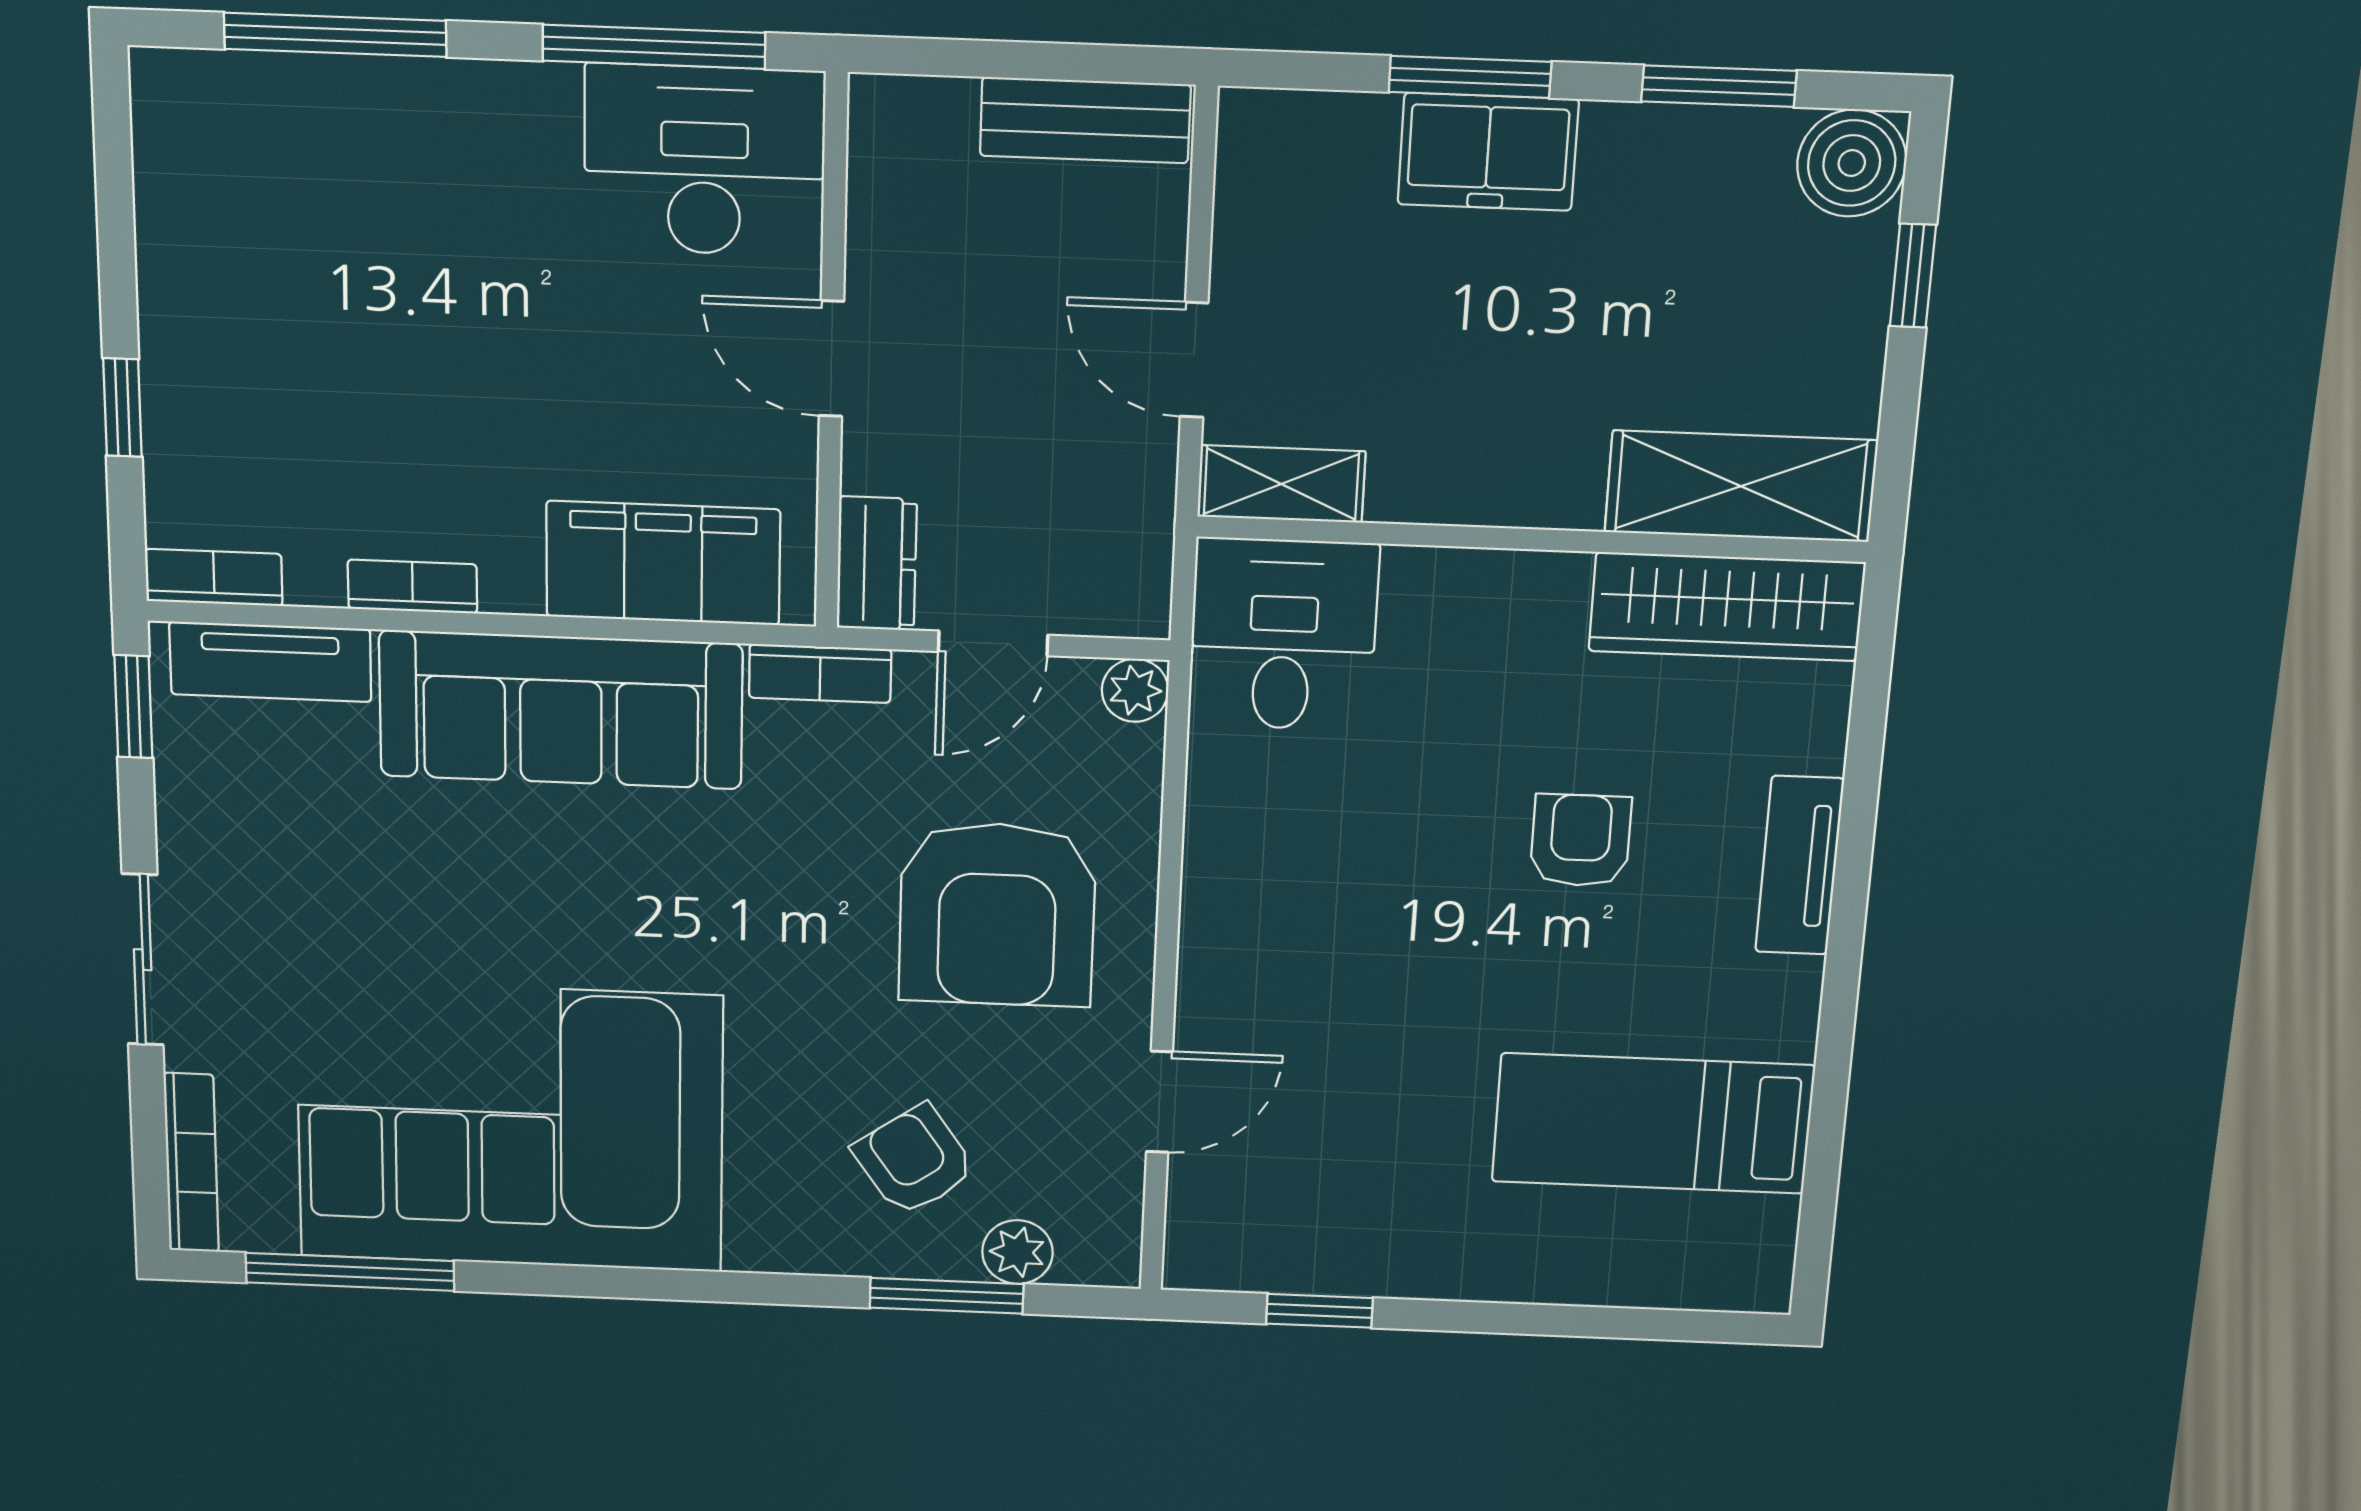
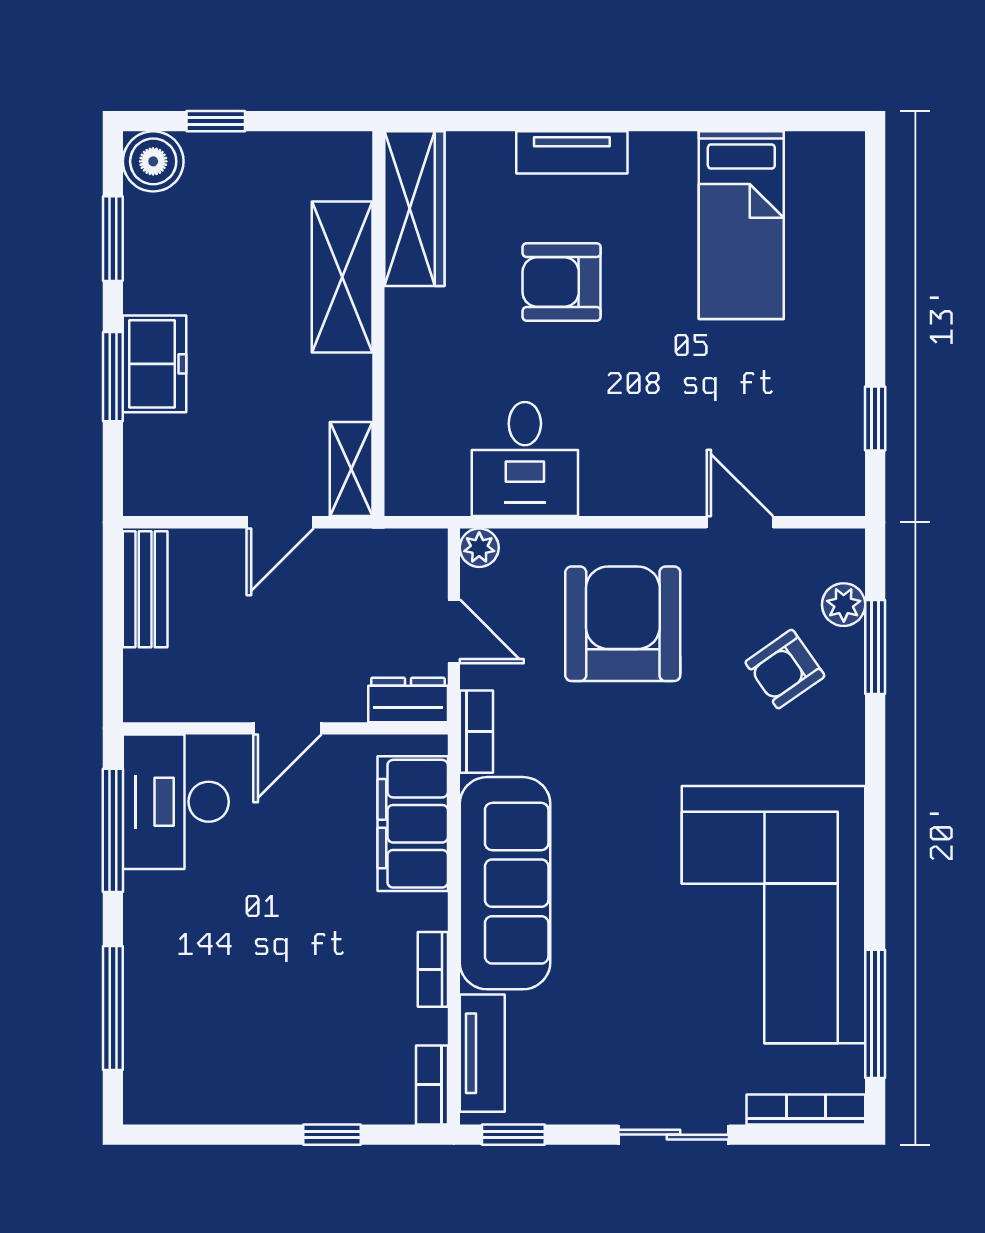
shelving: (1741, 486) -> (342, 277), moved
desk: (1283, 635) -> (525, 459), moved, turned -90
armchair: (1581, 840) -> (562, 282), width x1.38, depth x1.38
armchair: (997, 914) -> (623, 624), turned -90

